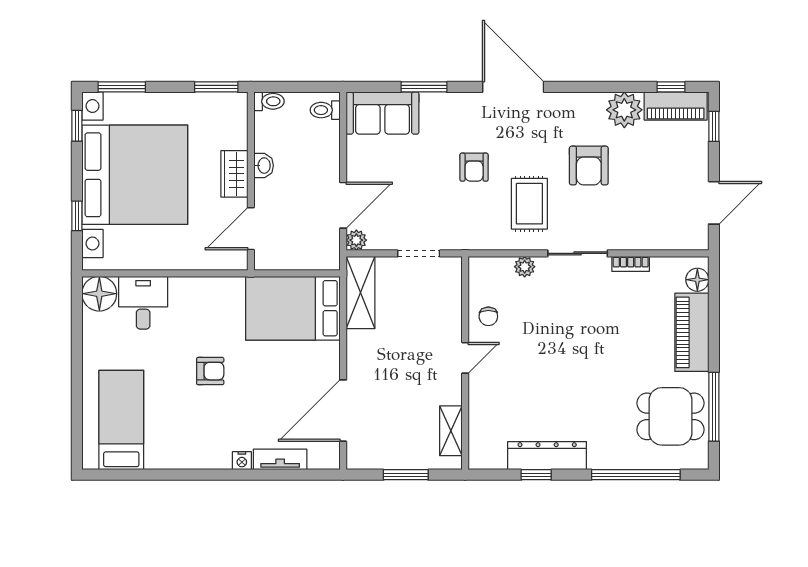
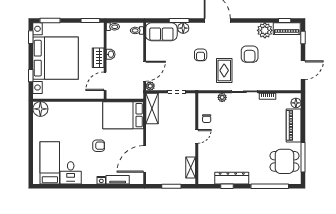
floor lamp: (434, 105) -> (183, 28), added
desk: (143, 303) -> (71, 173), moved, turned 180
armchair: (210, 371) -> (99, 146), moved

